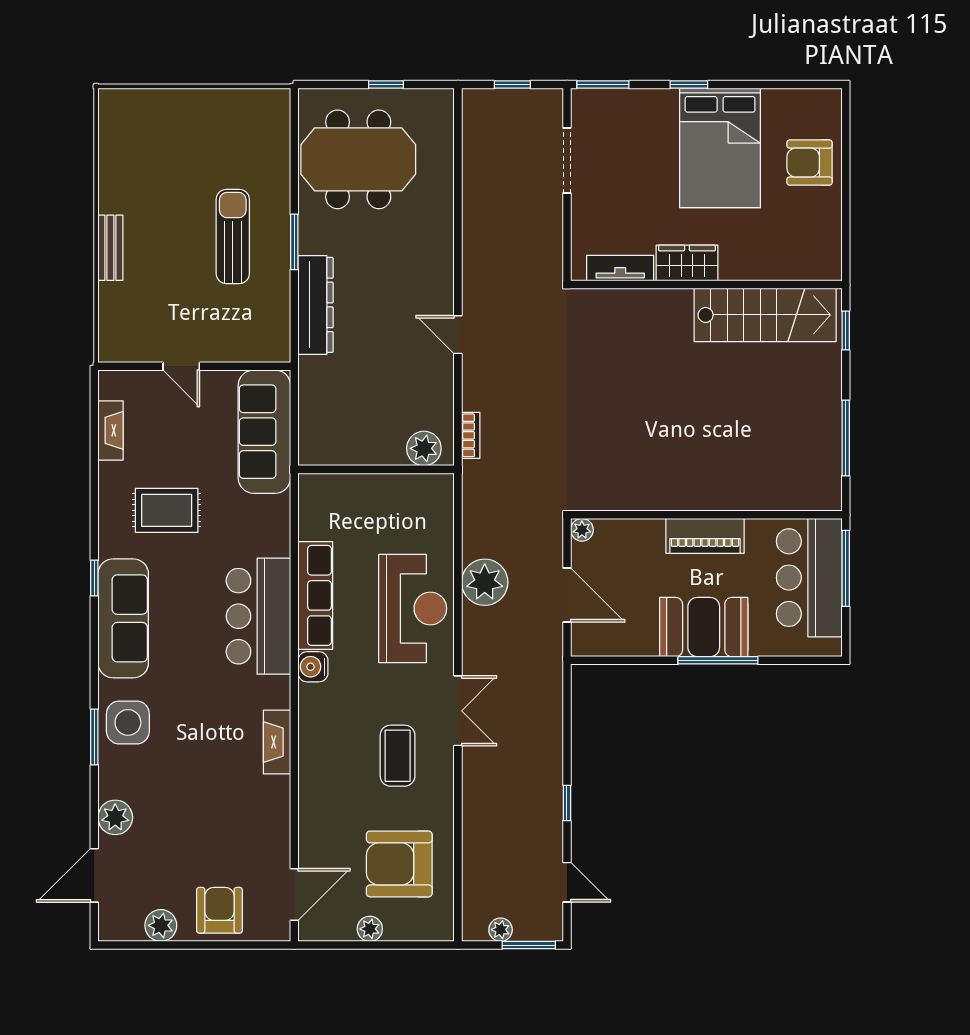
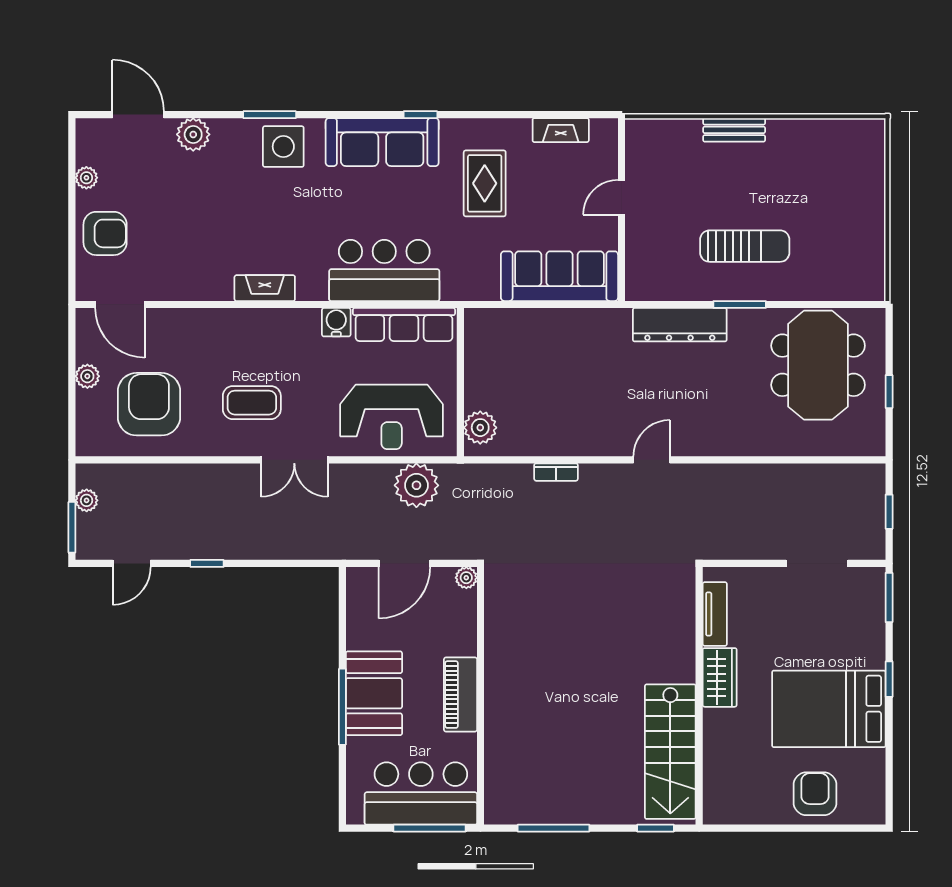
plant: (424, 448) -> (480, 428), moved
wall: (376, 469) -> (460, 382), moved
plant: (161, 925) -> (86, 178), width x0.73, depth x0.73

